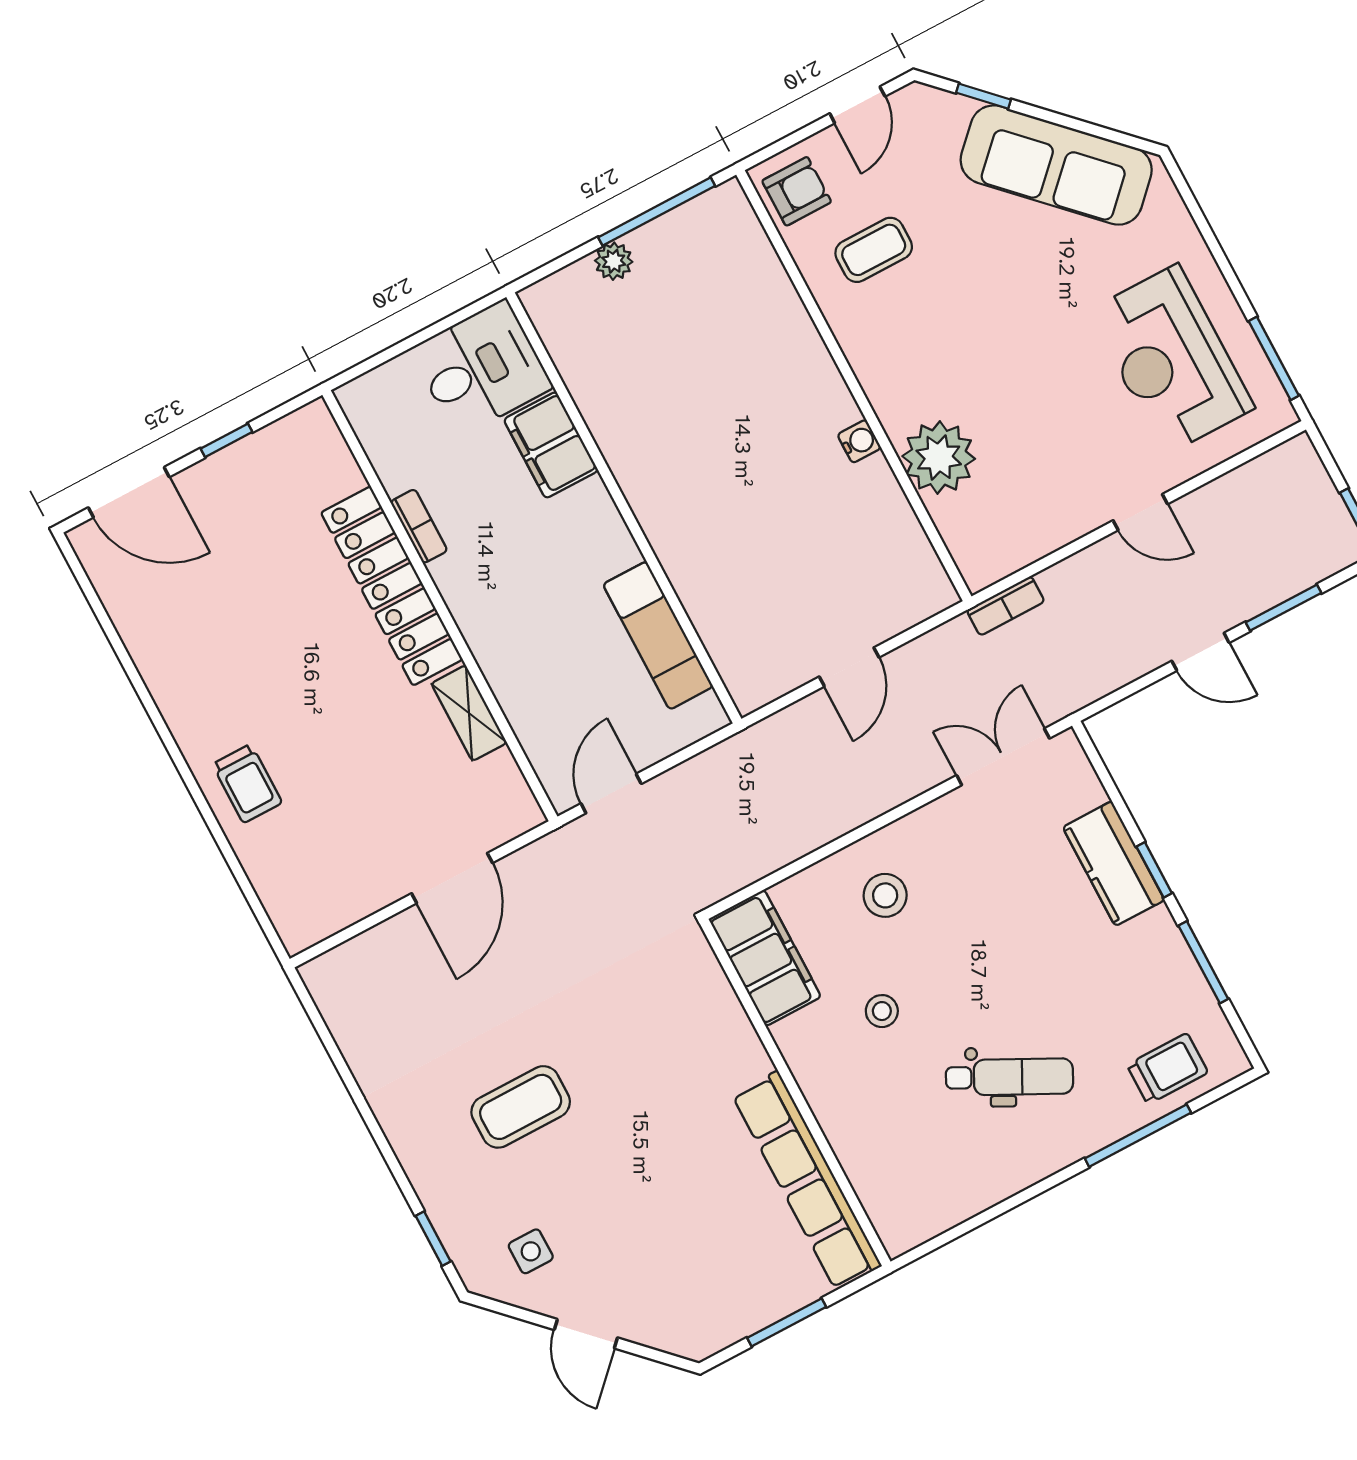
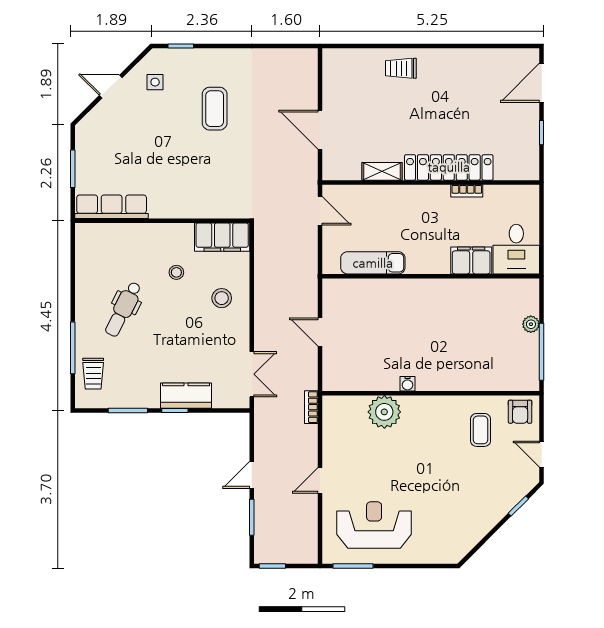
sofa: (1056, 165) -> (476, 520), removed
row of seats: (807, 1180) -> (112, 207), width x0.73

